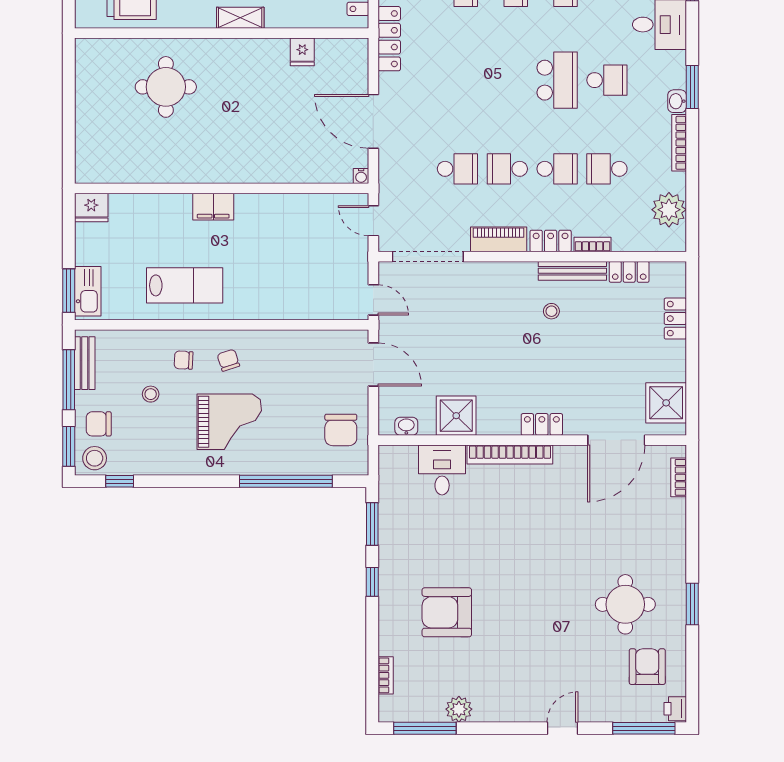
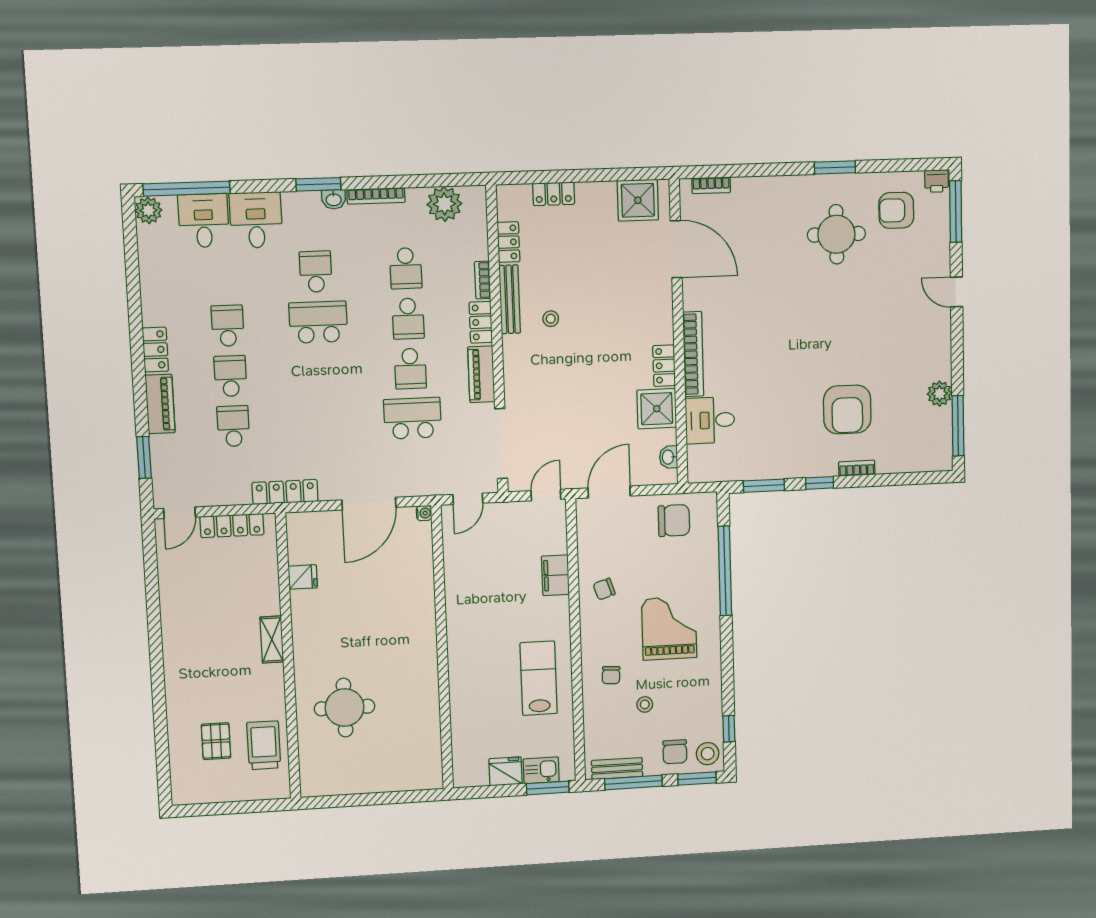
school desk: (457, 169) -> (413, 418), width x1.85
school desk: (557, 169) -> (408, 319), turned 180
fridge: (91, 207) -> (506, 771), moved, turned -90
filing cabinet: (213, 207) -> (555, 575), moved, turned 180
kitchen sink: (88, 291) -> (541, 770), width x0.73
chair: (228, 360) -> (604, 589), moved
locker: (542, 424) -> (664, 366), moved
bookcase: (386, 675) -> (857, 468), moved

